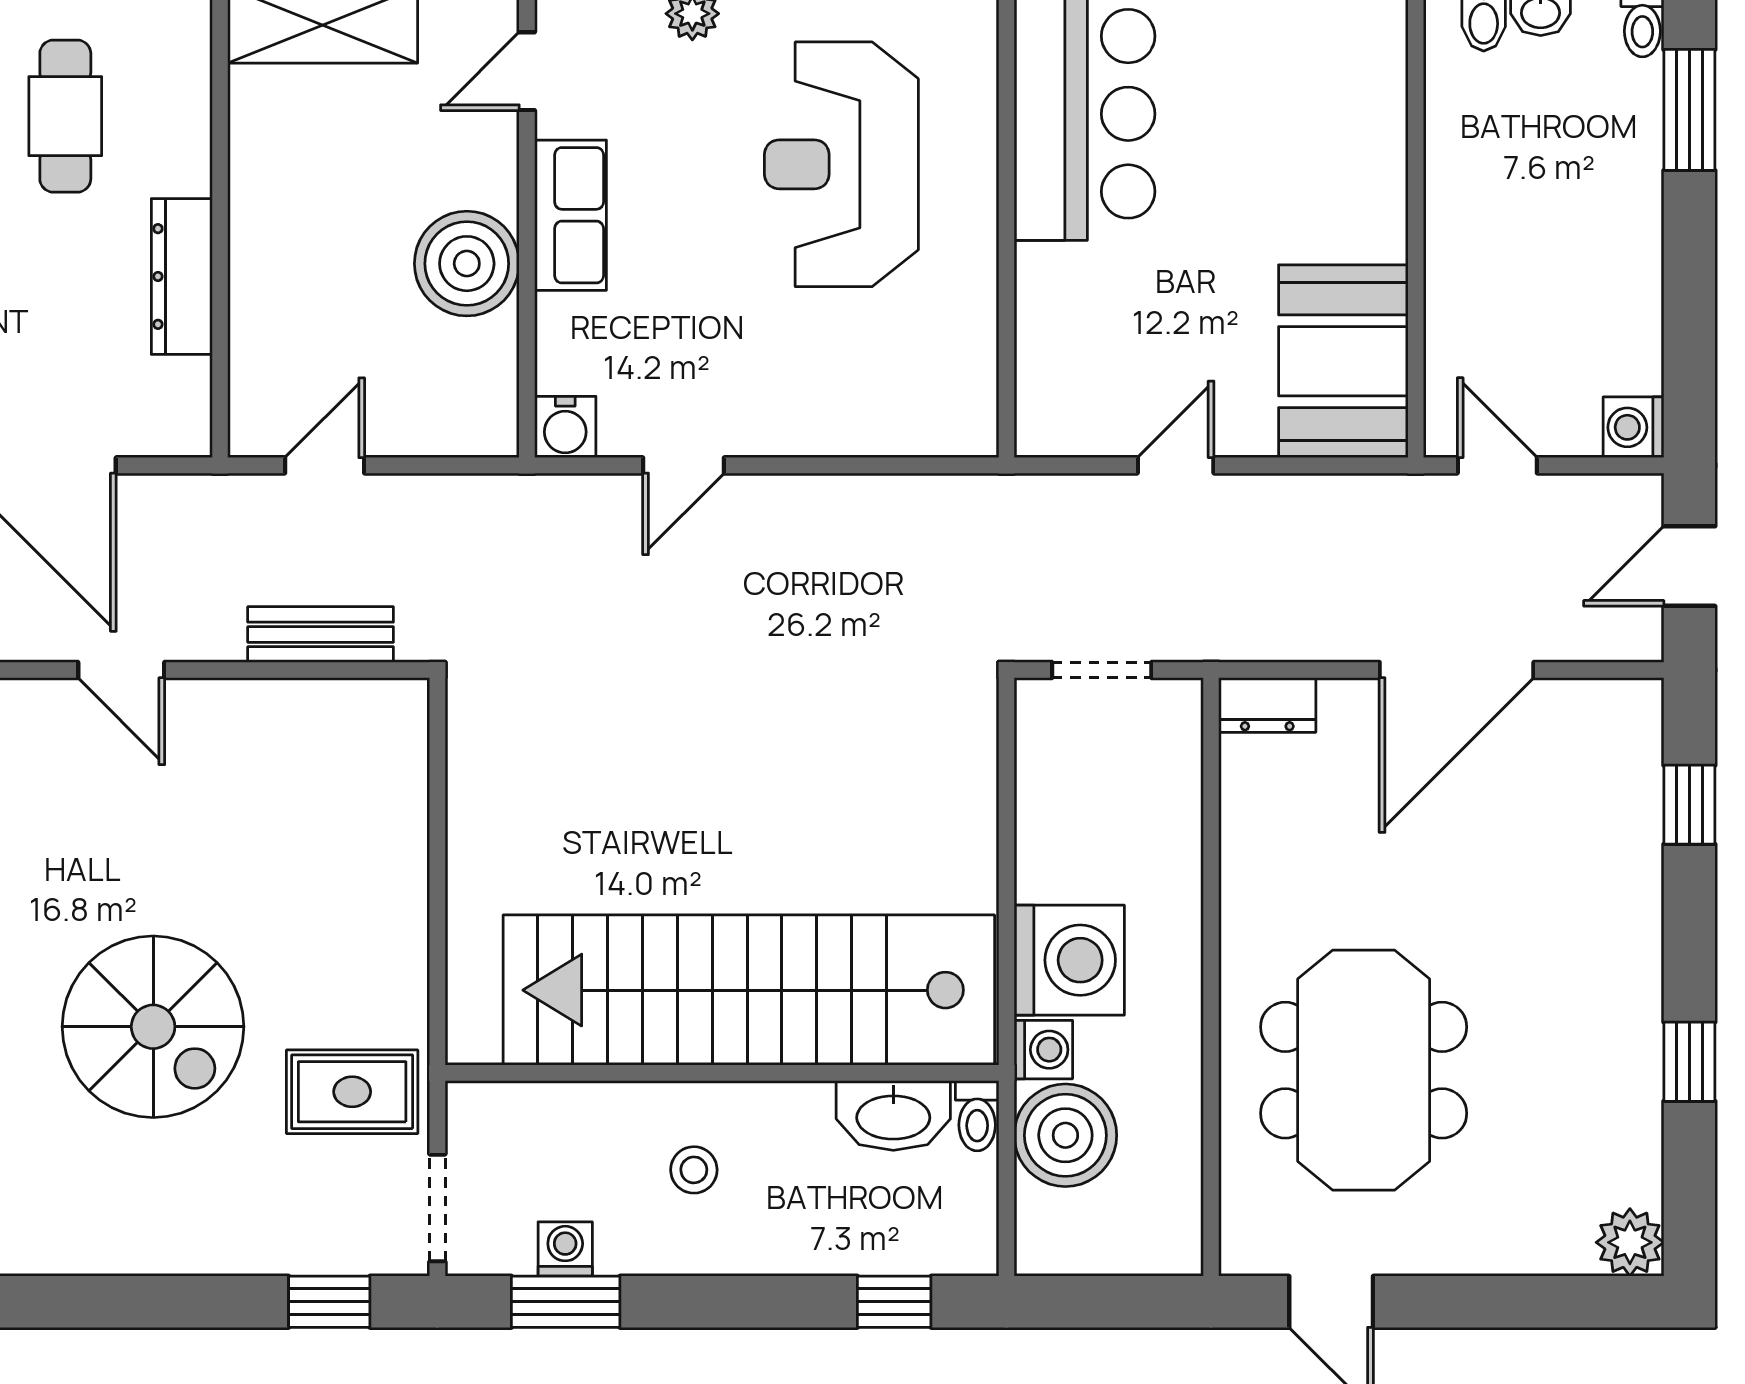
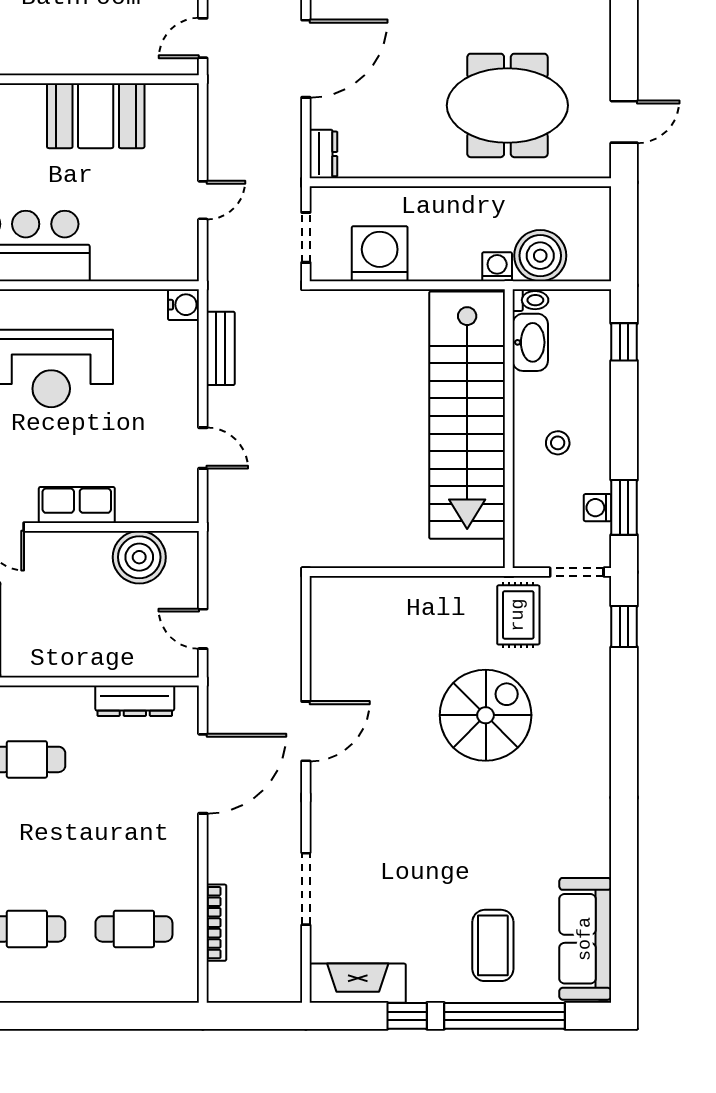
boiler: (467, 264) -> (139, 557), moved
dresser: (182, 276) -> (135, 701), moved
booth: (1343, 361) -> (96, 116), moved
water cooler: (565, 427) -> (183, 305), moved
door: (1176, 465) -> (203, 200), swing flipped
bench: (321, 634) -> (221, 348), moved
door: (121, 670) -> (306, 731), width x1.38
door: (1457, 670) -> (306, 59), hinge flipped
washing machine: (1069, 960) -> (380, 254), moved

